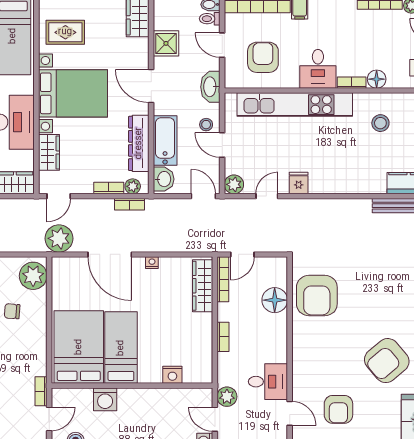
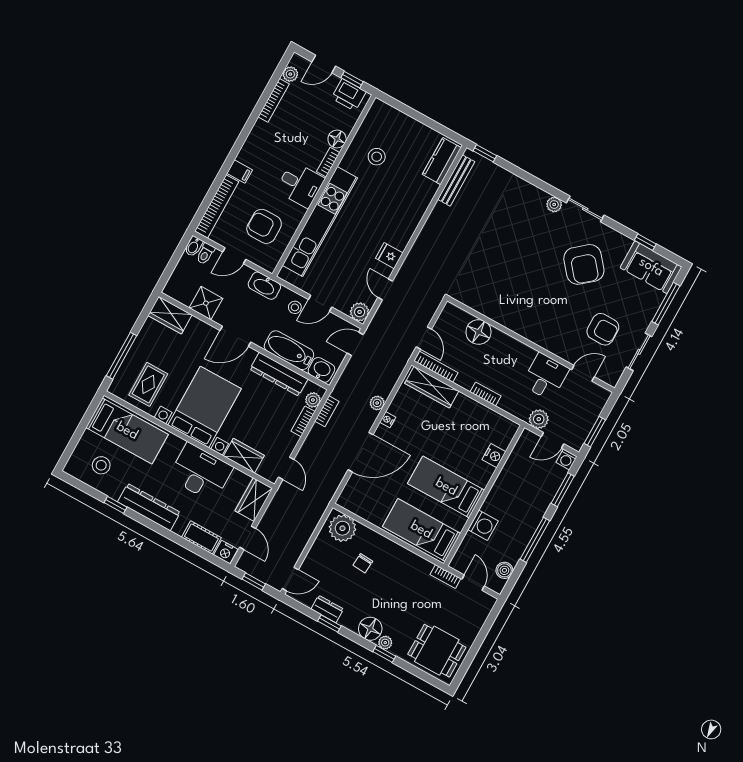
plant: (59, 238) -> (377, 403), moved, width x0.53, depth x0.53
armchair: (317, 296) -> (495, 294), removed
bed: (79, 347) -> (421, 530), width x0.67

